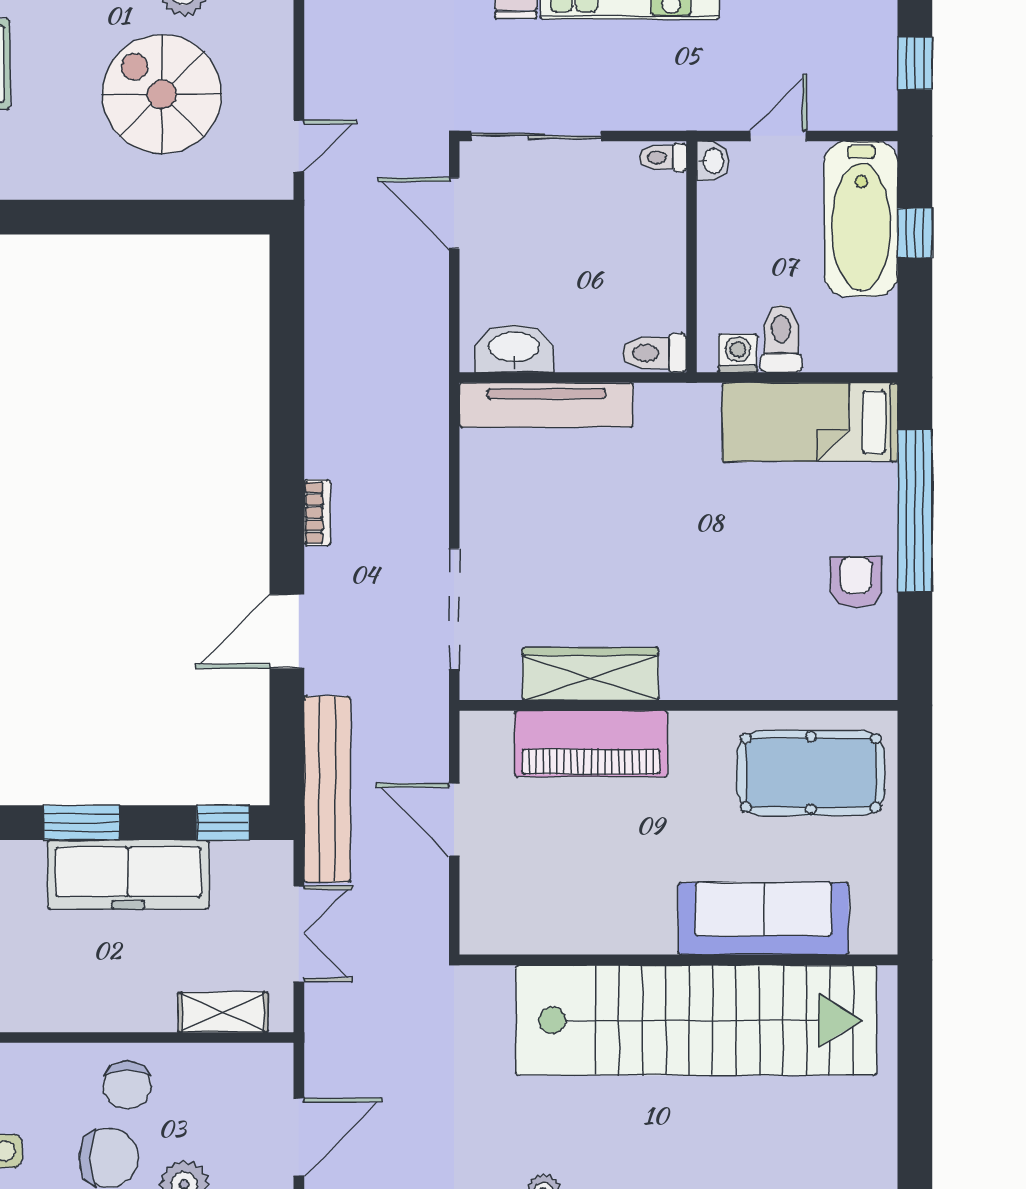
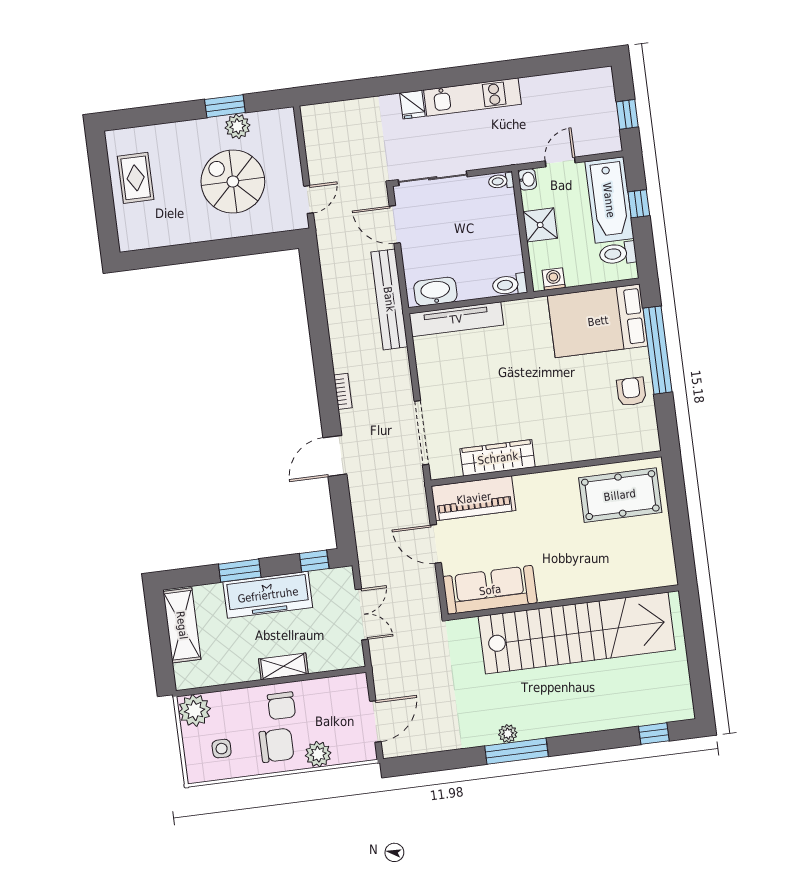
shower: (726, 249) -> (540, 225), added
toilet: (781, 339) -> (618, 253), moved, turned -90
bed: (810, 422) -> (598, 321), width x1.50
piano: (591, 744) -> (474, 498), moved
bench: (327, 789) -> (389, 299), moved
sofa: (764, 919) -> (490, 590), moved
shelving: (223, 1012) -> (283, 666), moved

